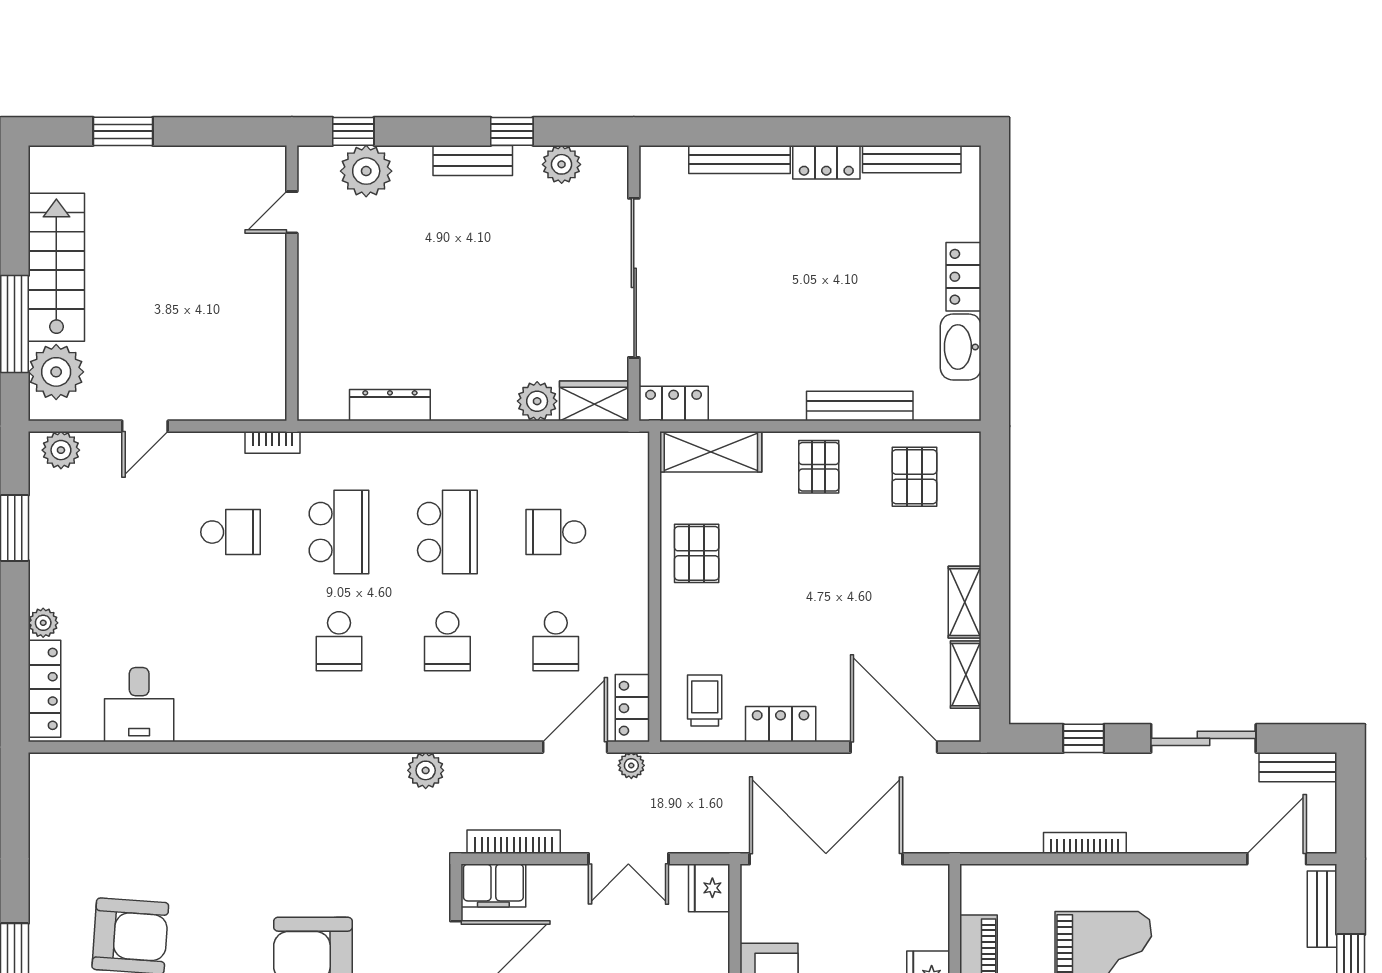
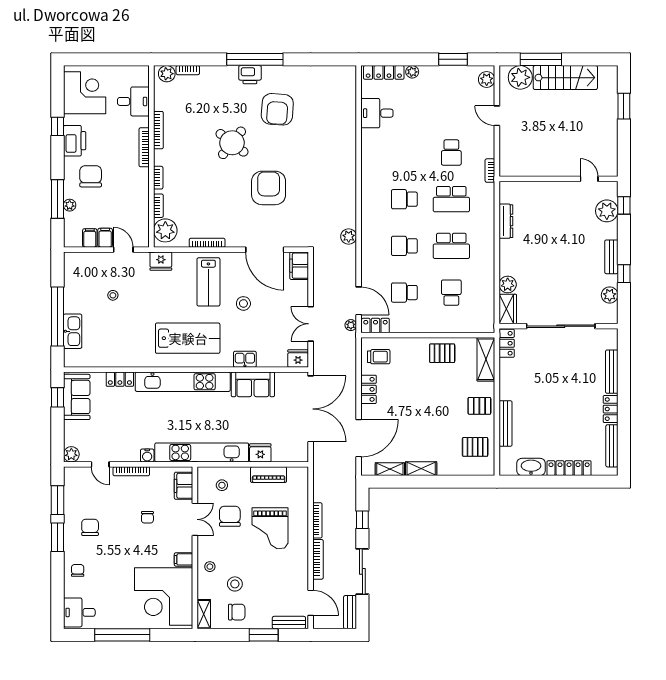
locker: (964, 277) -> (569, 468), width x1.53
bookcase: (514, 842) -> (318, 559), moved

